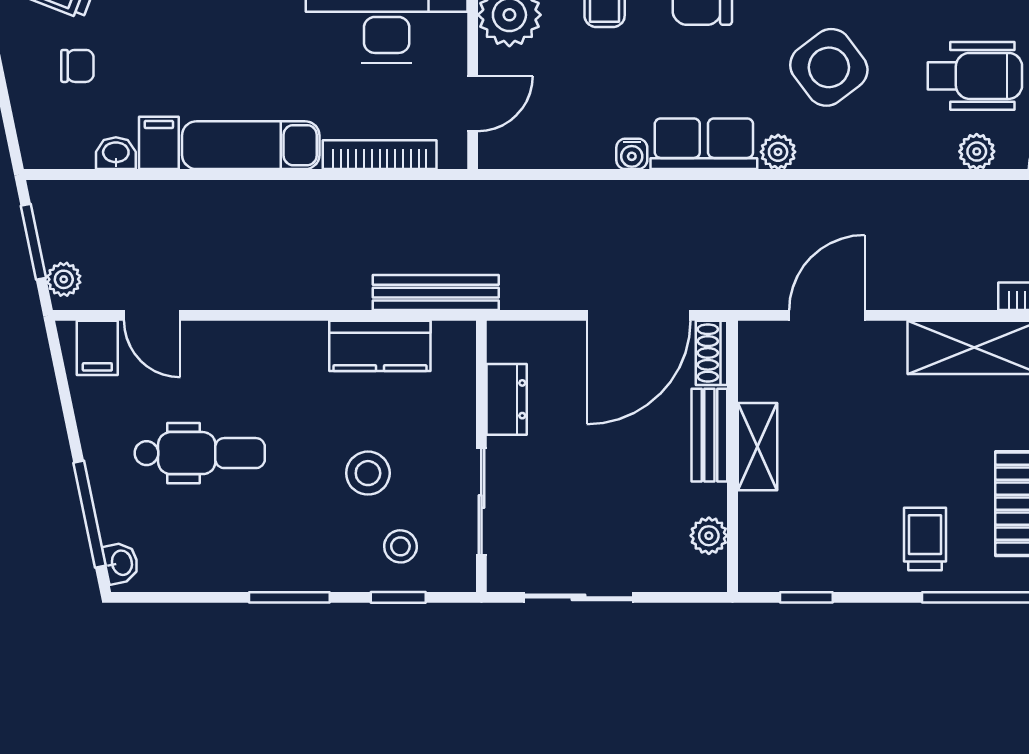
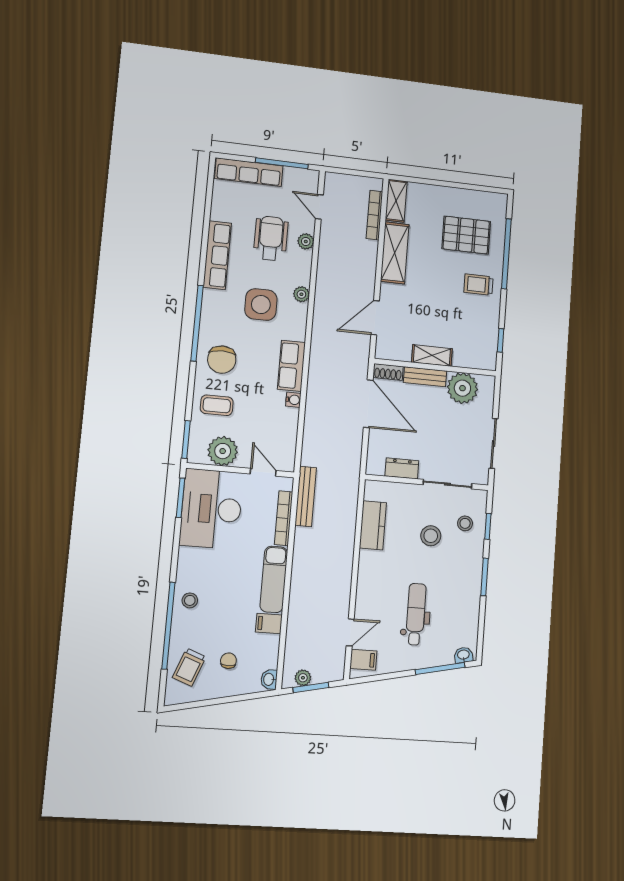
side table: (829, 67) -> (261, 305), turned 37
plant: (778, 152) -> (301, 294), moved
washbasin: (116, 153) -> (269, 679), moved
plant: (64, 279) -> (303, 678), moved
bench: (436, 293) -> (306, 496), moved
door: (827, 315) -> (375, 318), hinge flipped
plant: (709, 536) -> (462, 388), width x1.88, depth x1.88

